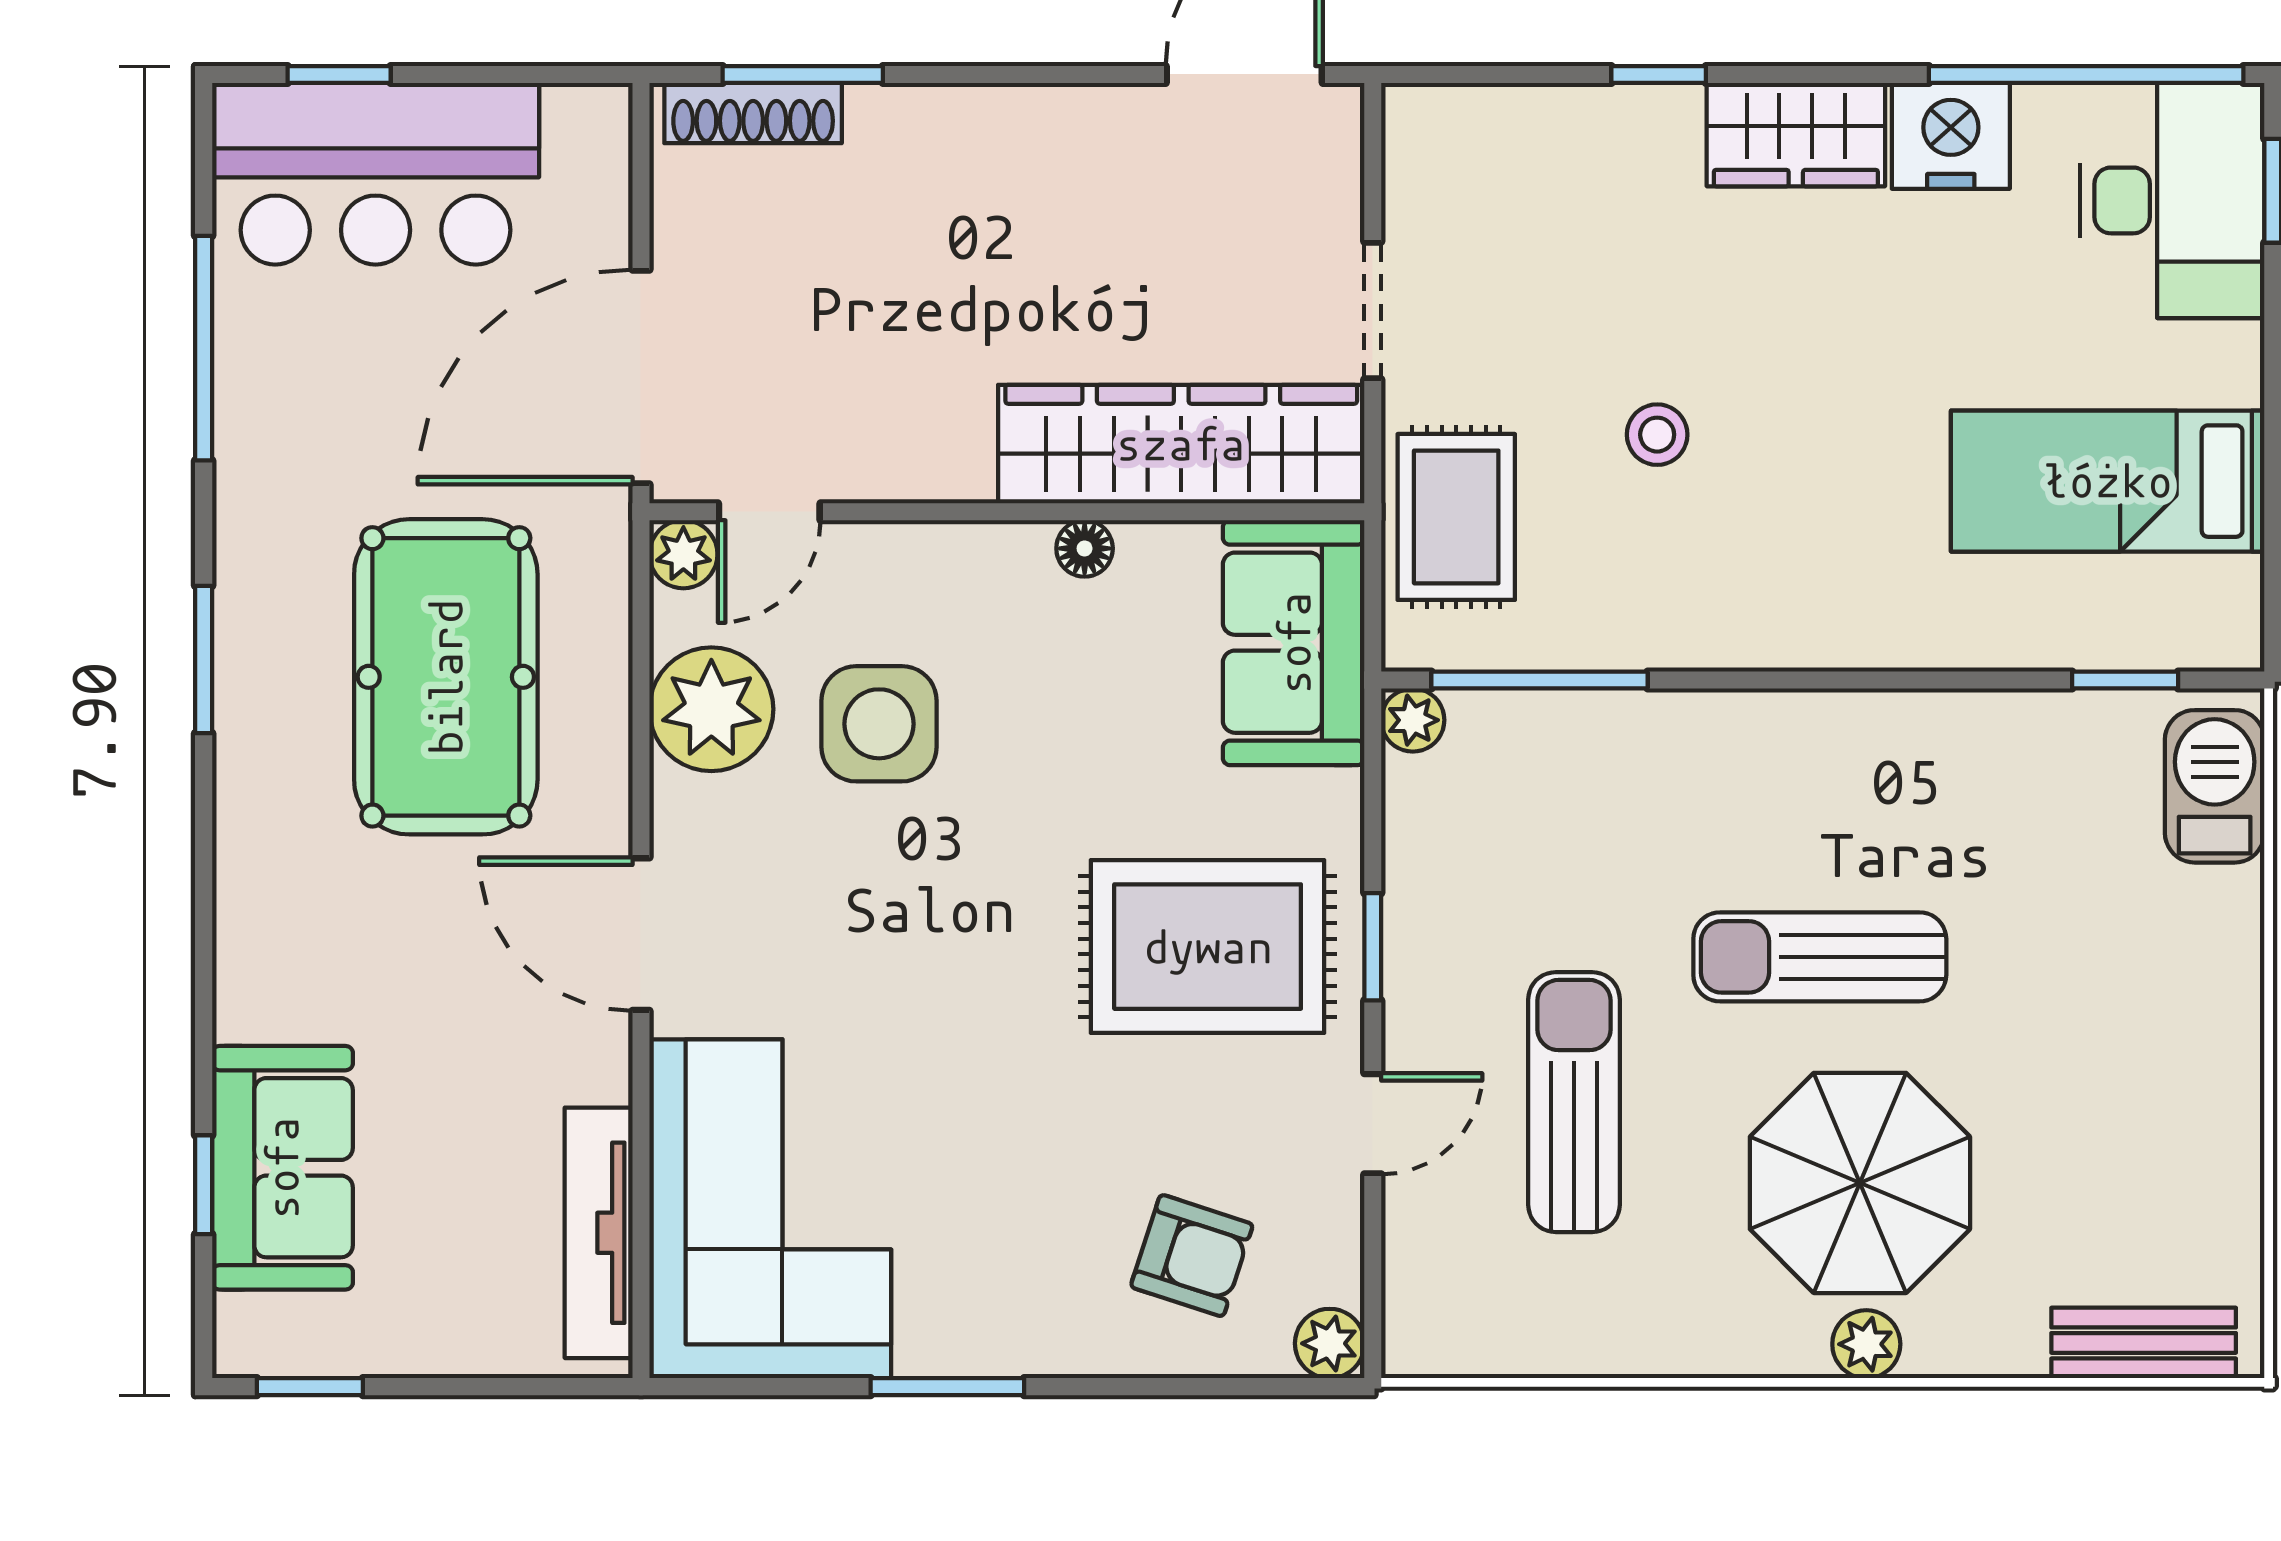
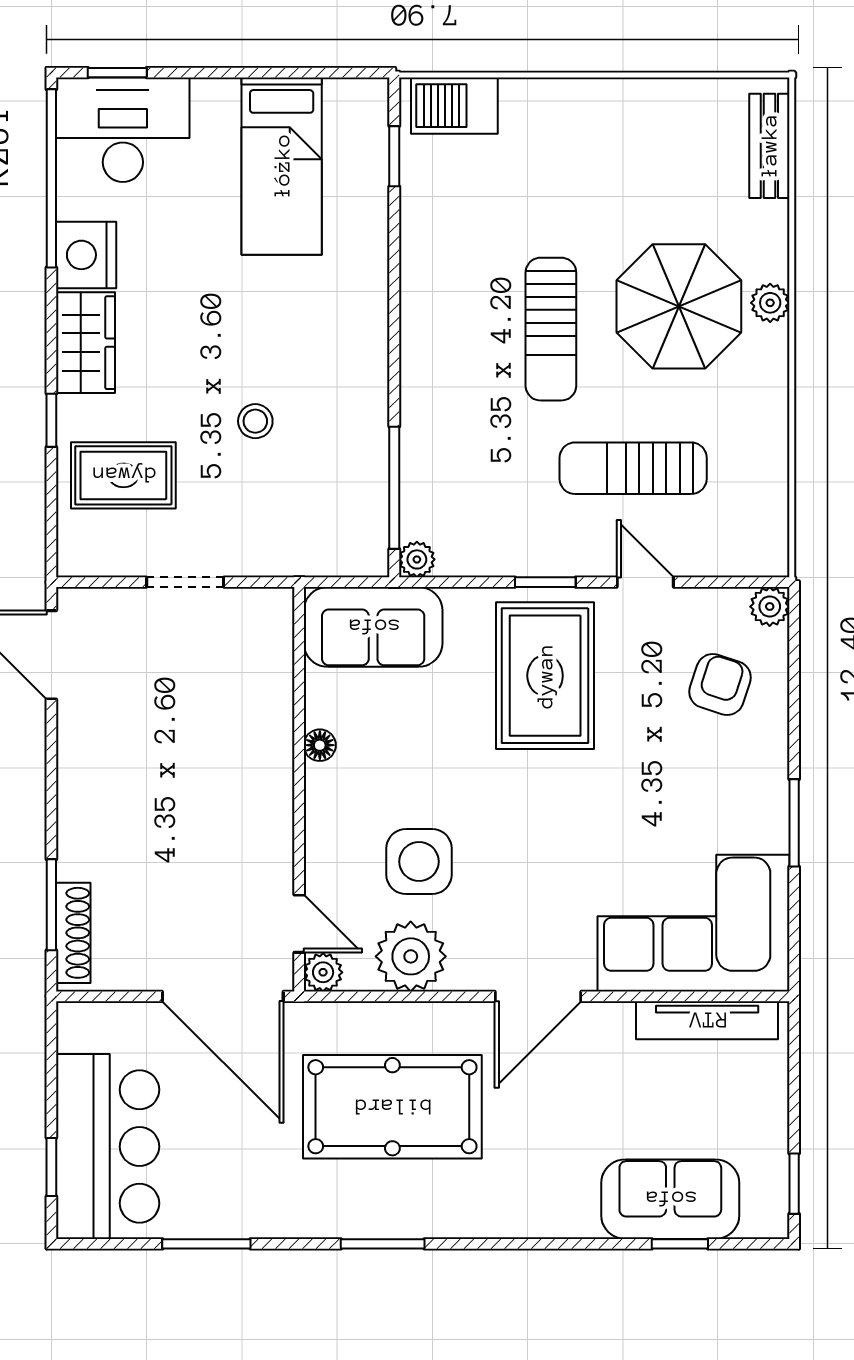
window: (204, 348) -> (206, 1244), width x0.69
wardrobe: (1181, 444) -> (261, 691), removed
rug: (1456, 517) -> (123, 475), moved

